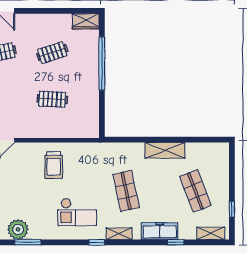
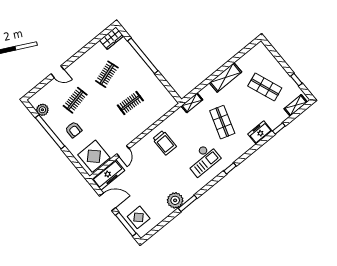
shop shelf: (126, 191) -> (222, 122), turned 30
freezer: (160, 231) -> (260, 132), width x0.71
shelving: (119, 234) -> (192, 103), moved

